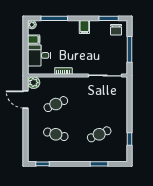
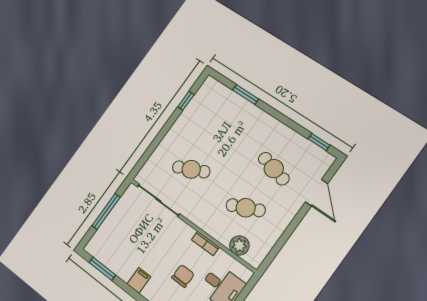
chair: (116, 30) -> (183, 276), moved
plant: (34, 83) -> (239, 246), moved
door: (26, 100) -> (317, 193), moved
cafe table: (99, 134) -> (191, 169), moved

